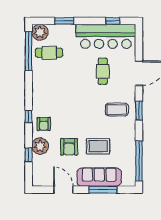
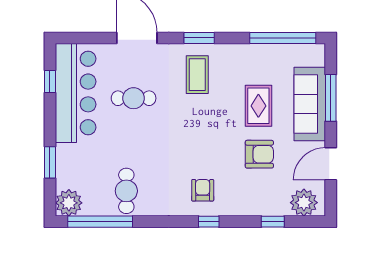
cafe table: (49, 53) -> (126, 191), moved
armchair: (44, 124) -> (203, 190), moved, turned -90
plant: (40, 146) -> (304, 203), moved

